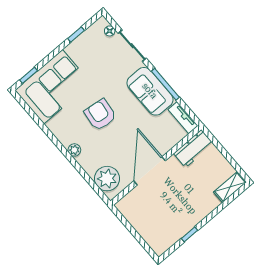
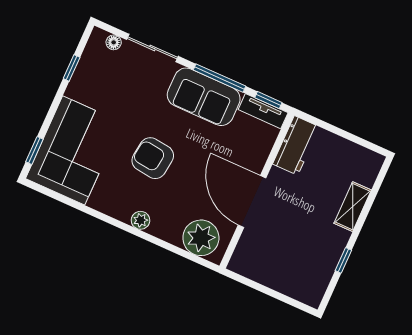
window: (189, 112) -> (268, 100), added
shelving: (230, 187) -> (353, 207), moved

